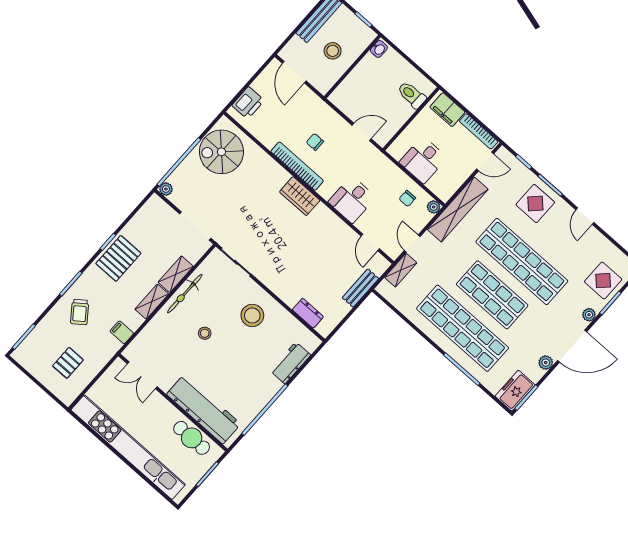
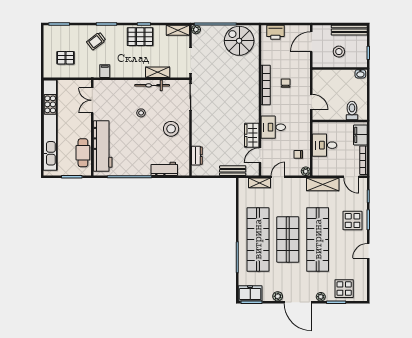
wardrobe: (300, 196) -> (252, 135), moved
shelving: (458, 209) -> (323, 184), width x0.68
shelving: (152, 302) -> (178, 30), moved

